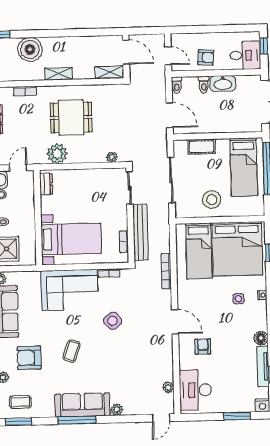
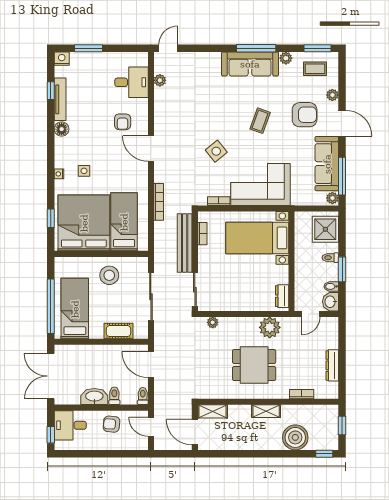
desk: (195, 390) -> (131, 82), width x0.73
plant: (117, 410) -> (286, 58), moved

